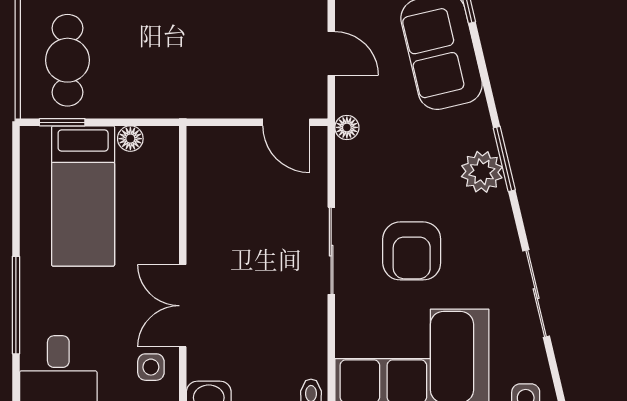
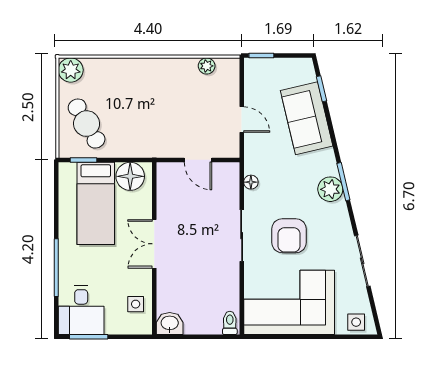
cafe table: (67, 60) -> (87, 124), turned -30
door: (286, 122) -> (198, 160), moved
floor lamp: (347, 127) -> (251, 182), moved
floor lamp: (130, 139) -> (130, 176), width x1.89, depth x1.89
double door: (183, 306) -> (154, 244), moved

